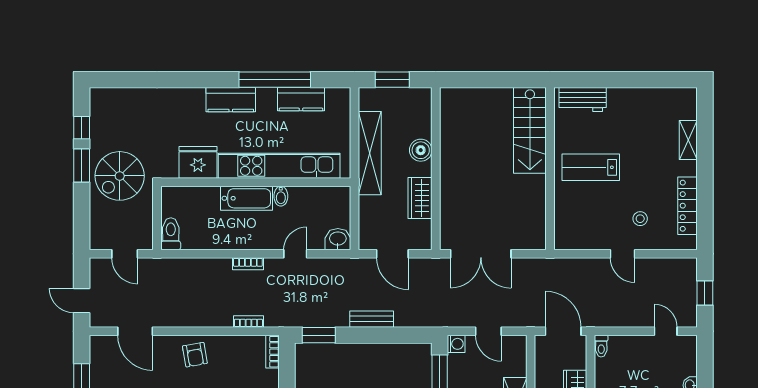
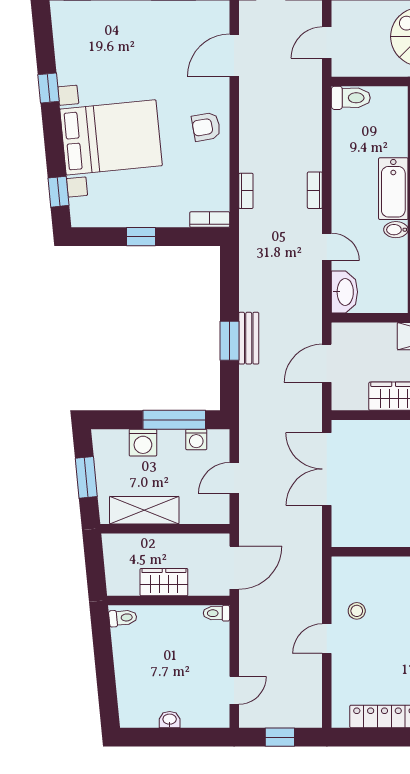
stool: (640, 219) -> (357, 611), moved
washbasin: (338, 239) -> (344, 292), width x1.38
window: (319, 335) -> (230, 341), moved
washing machine: (456, 344) -> (196, 439), moved

